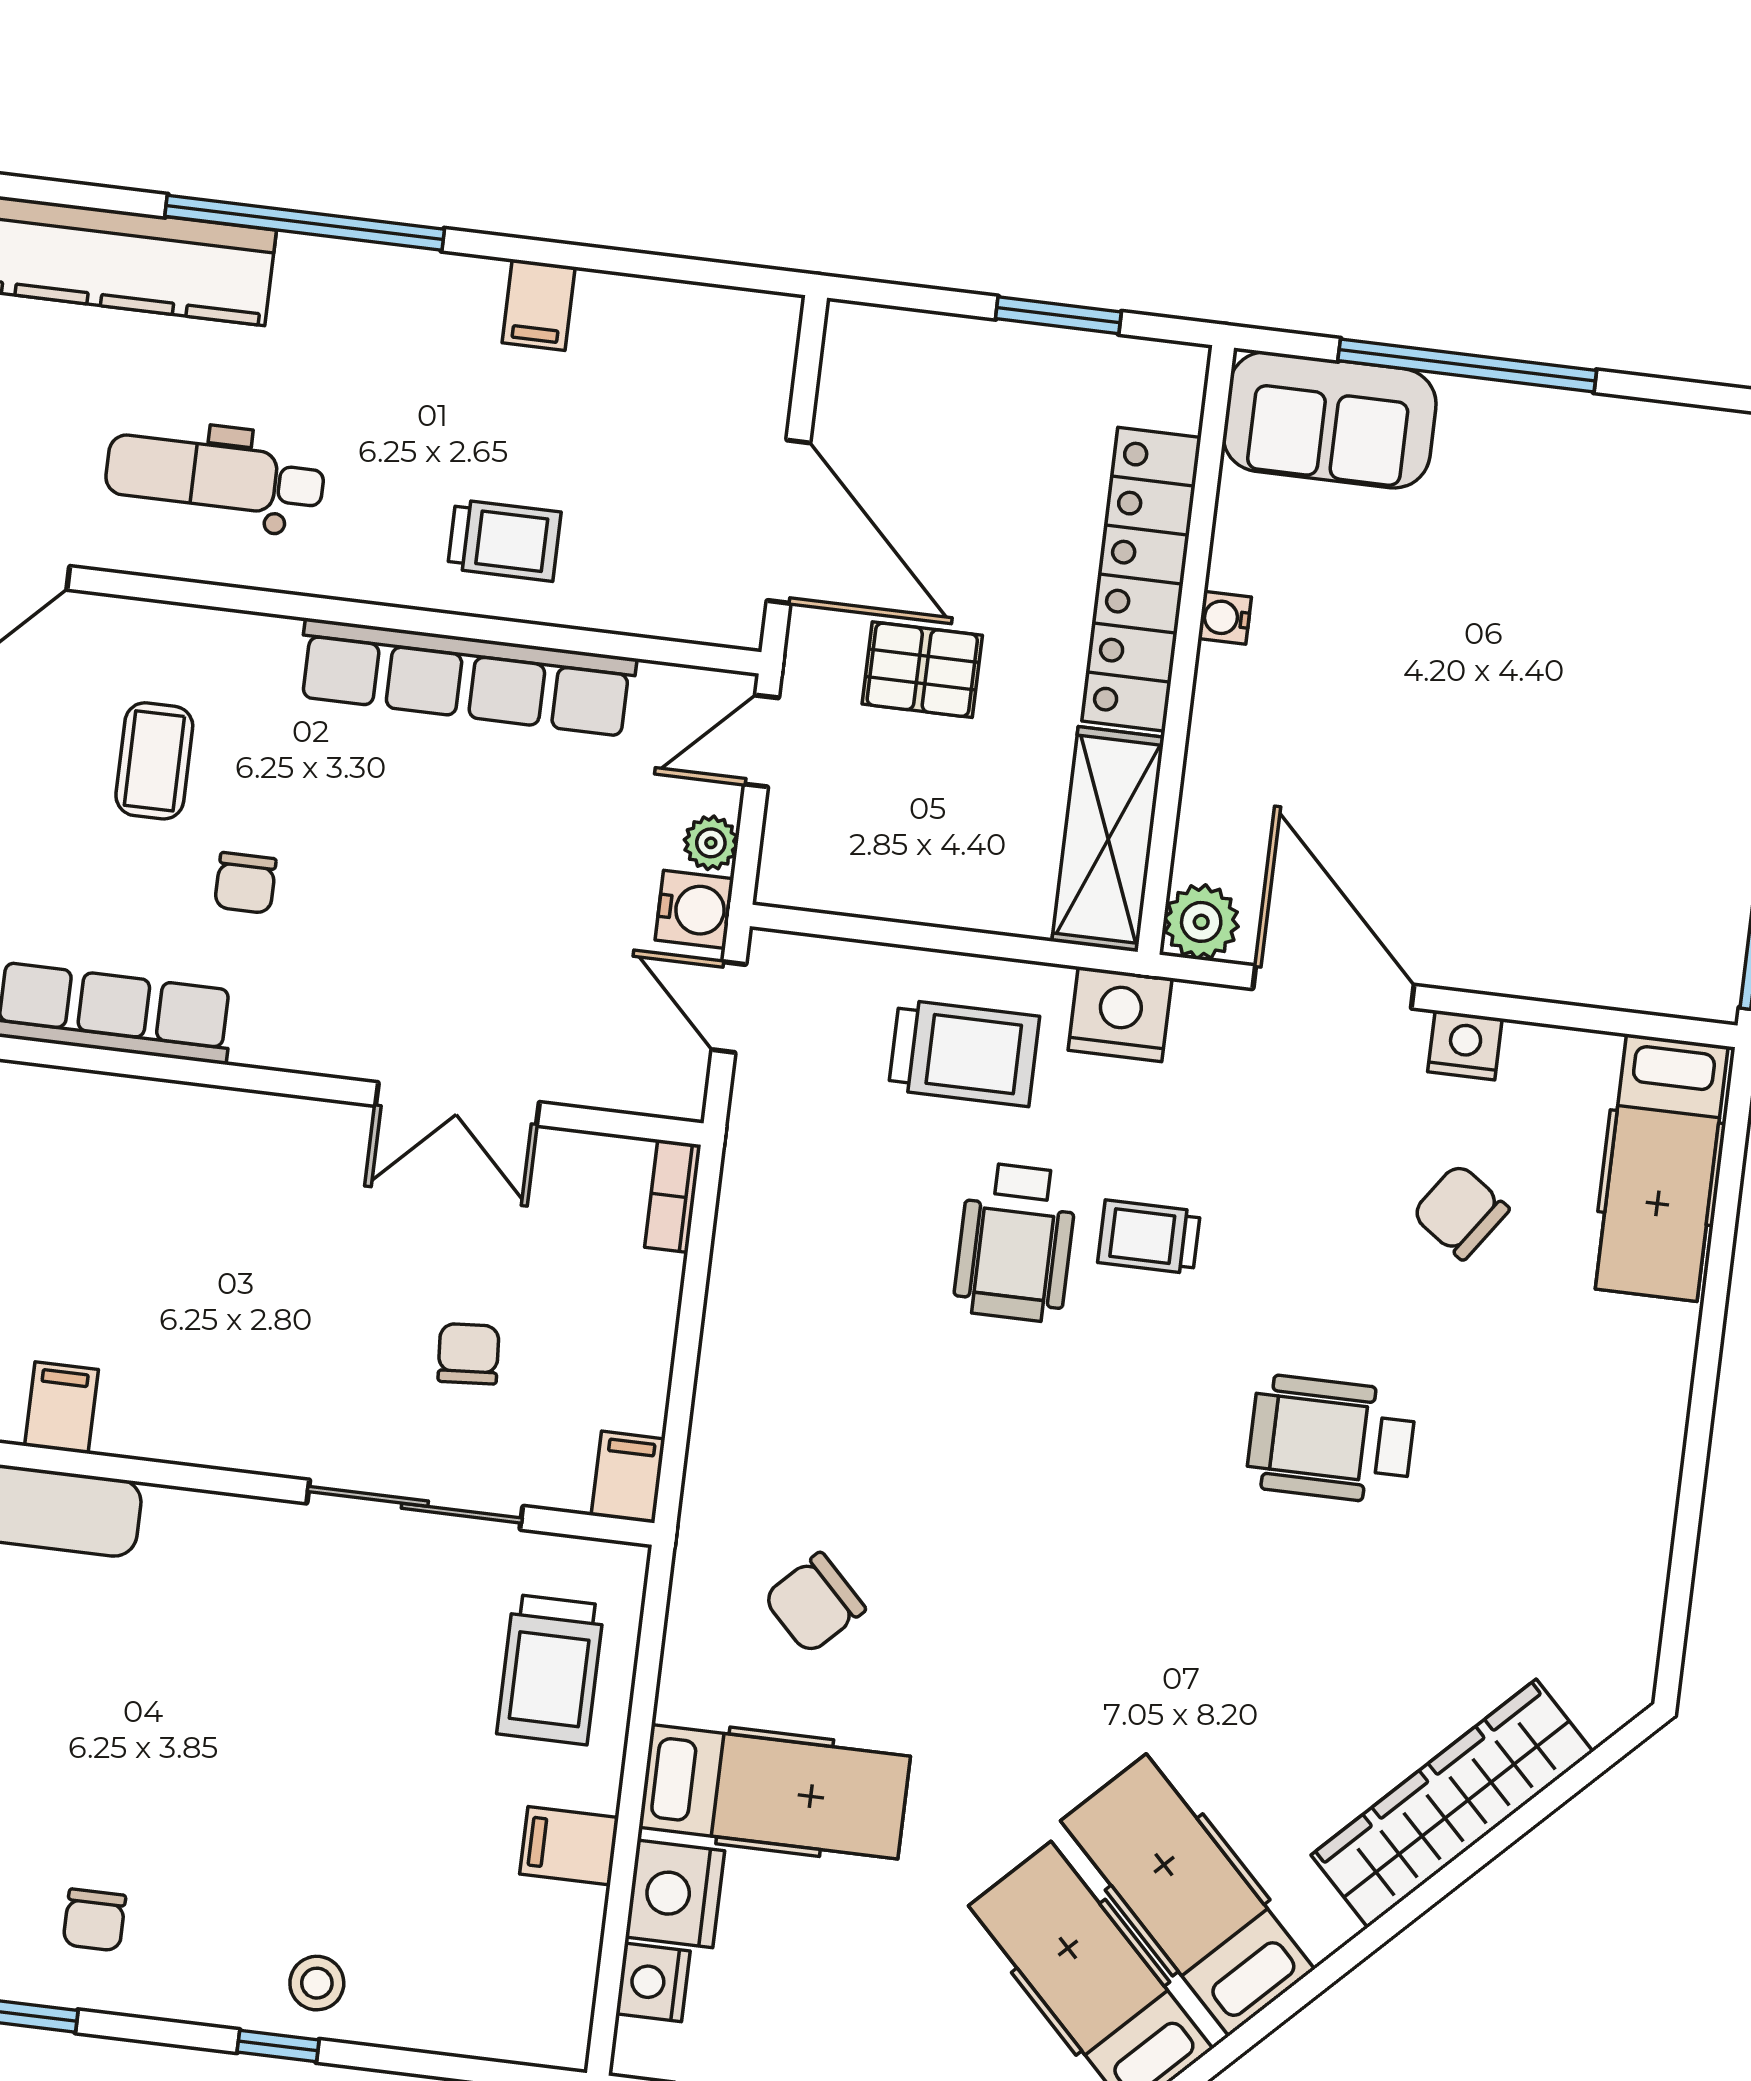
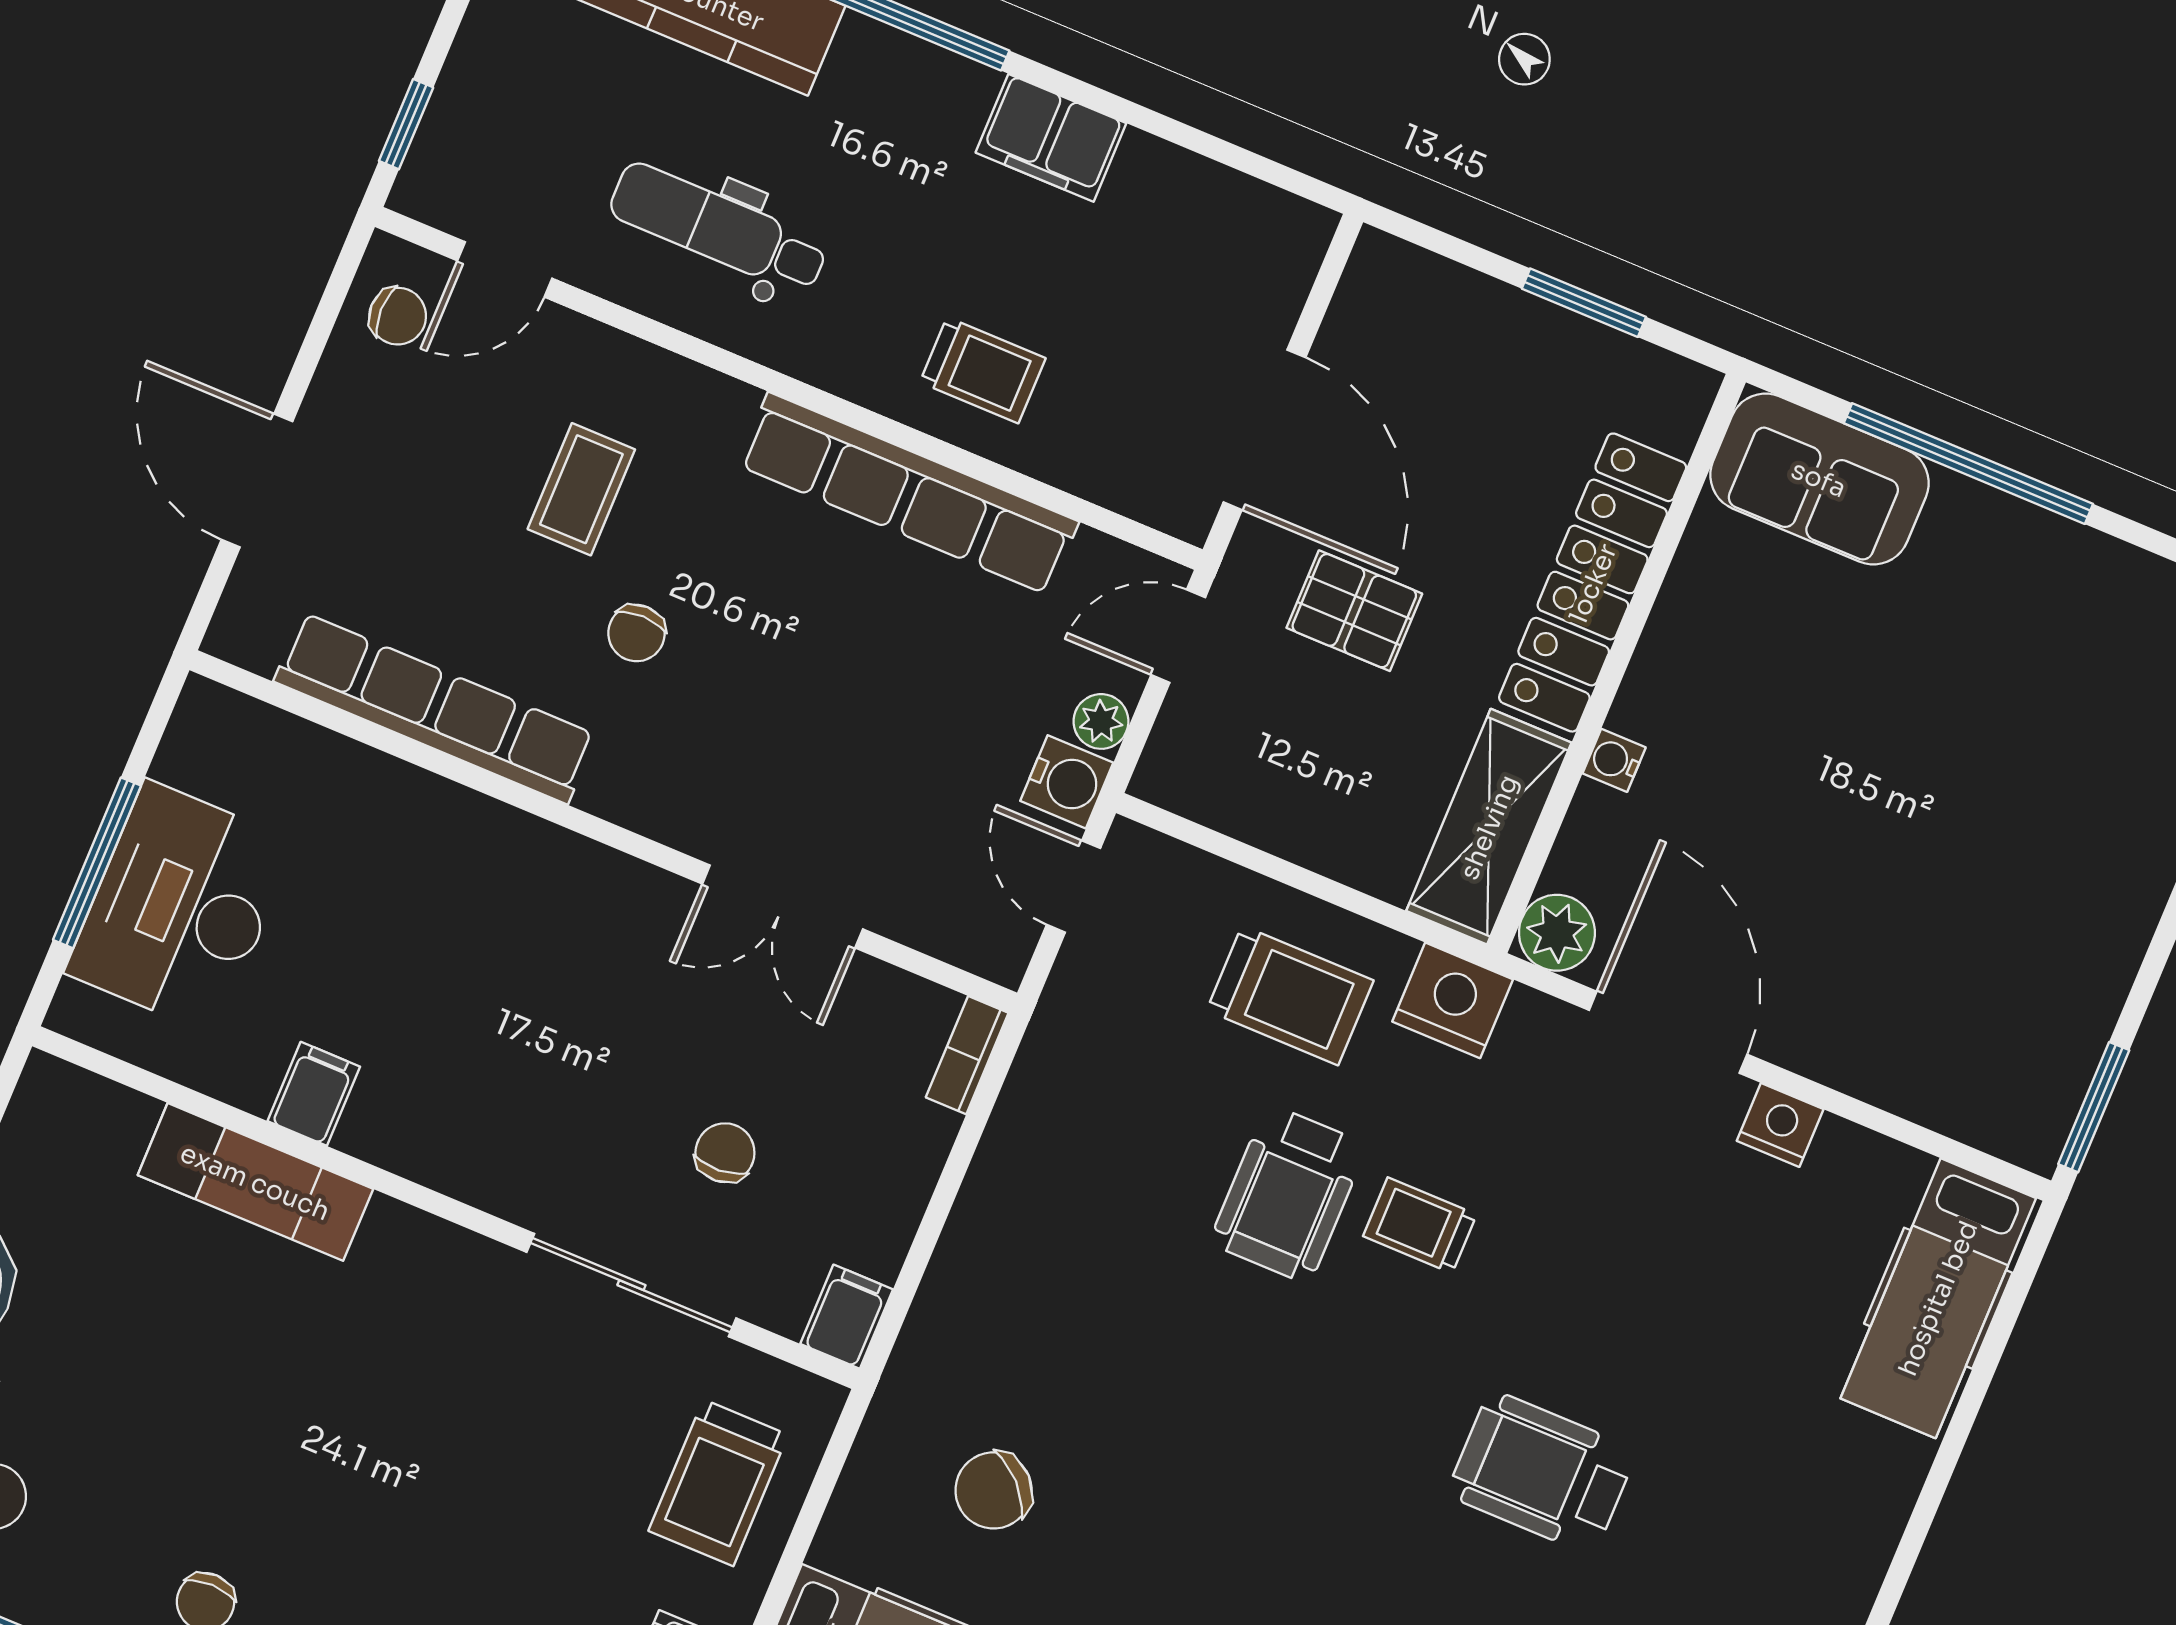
filing cabinet: (539, 305) -> (1051, 138), width x2.00
water cooler: (1225, 618) -> (1614, 760), moved
chair: (1461, 1212) -> (1730, 1286), removed

